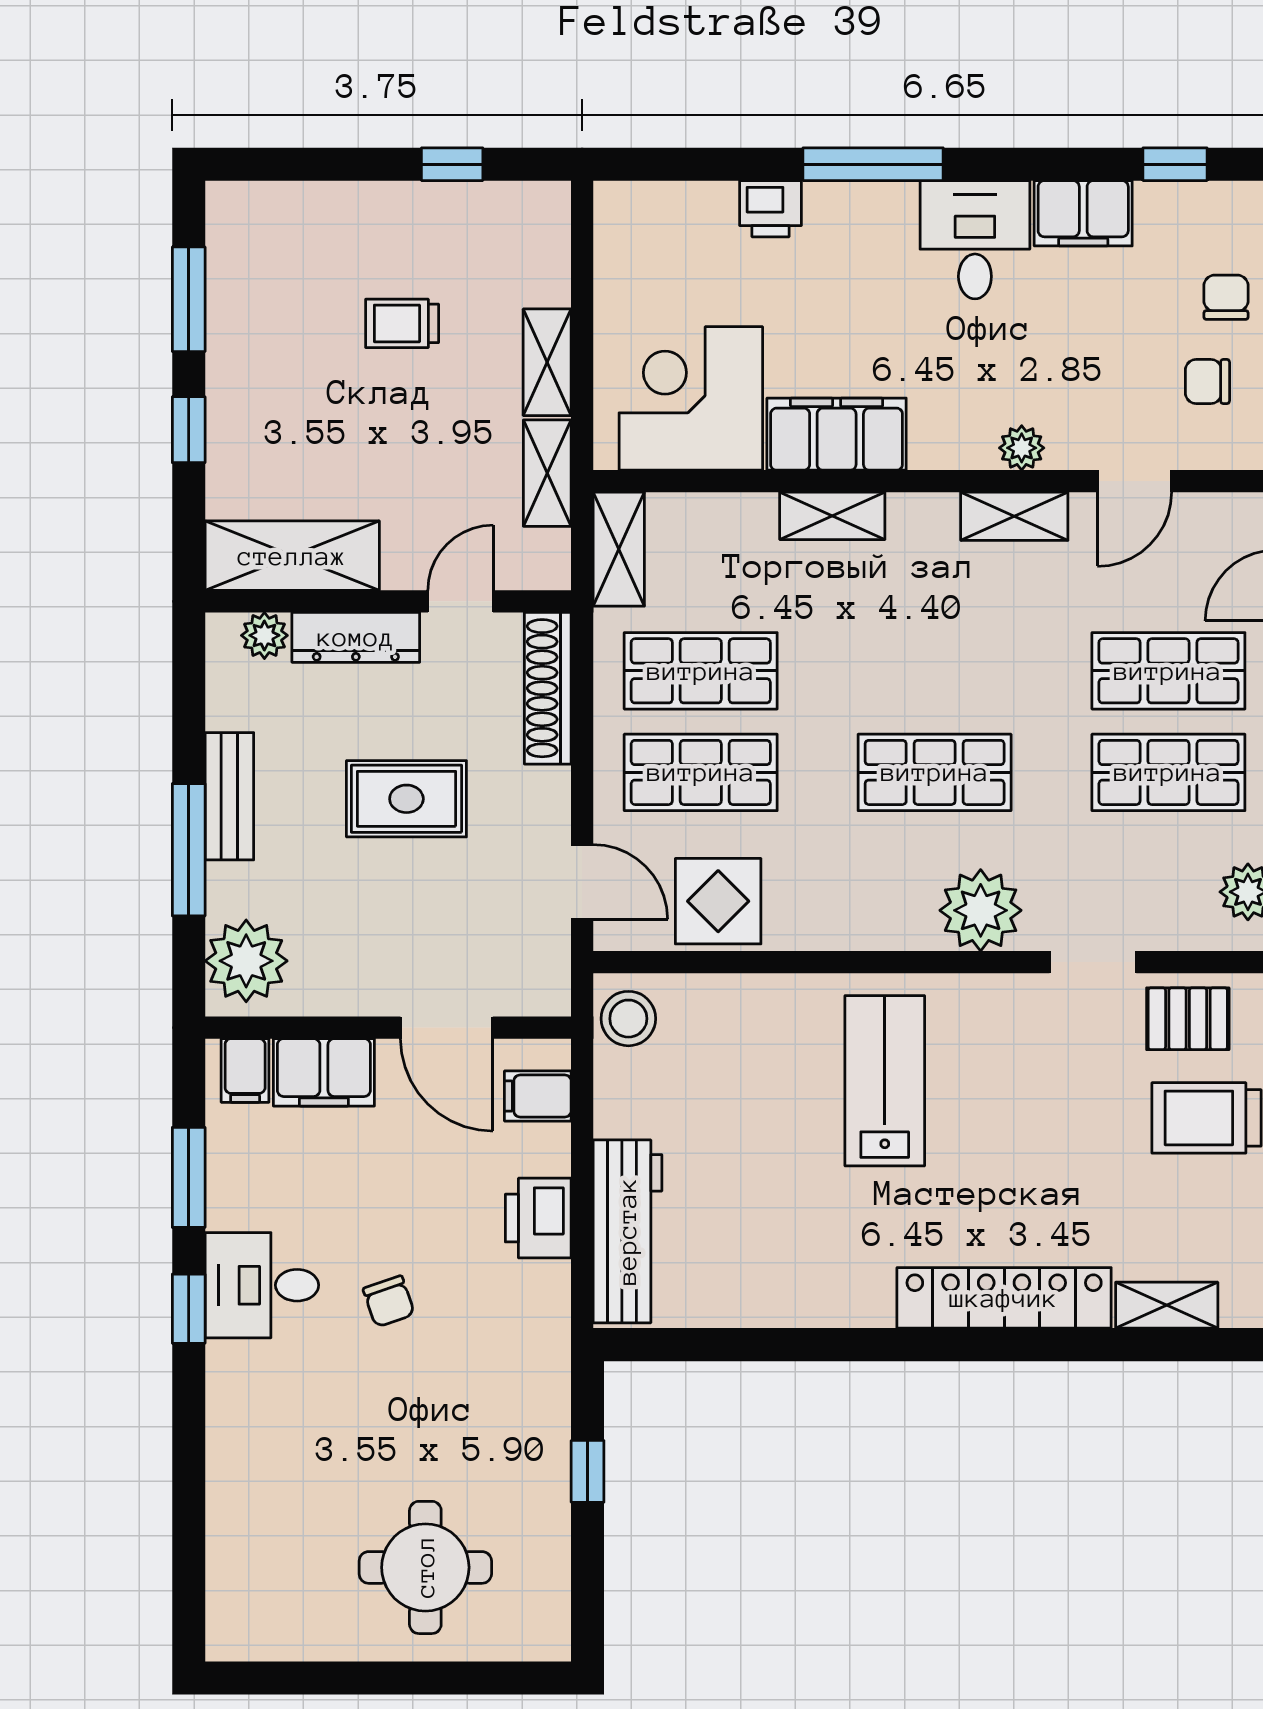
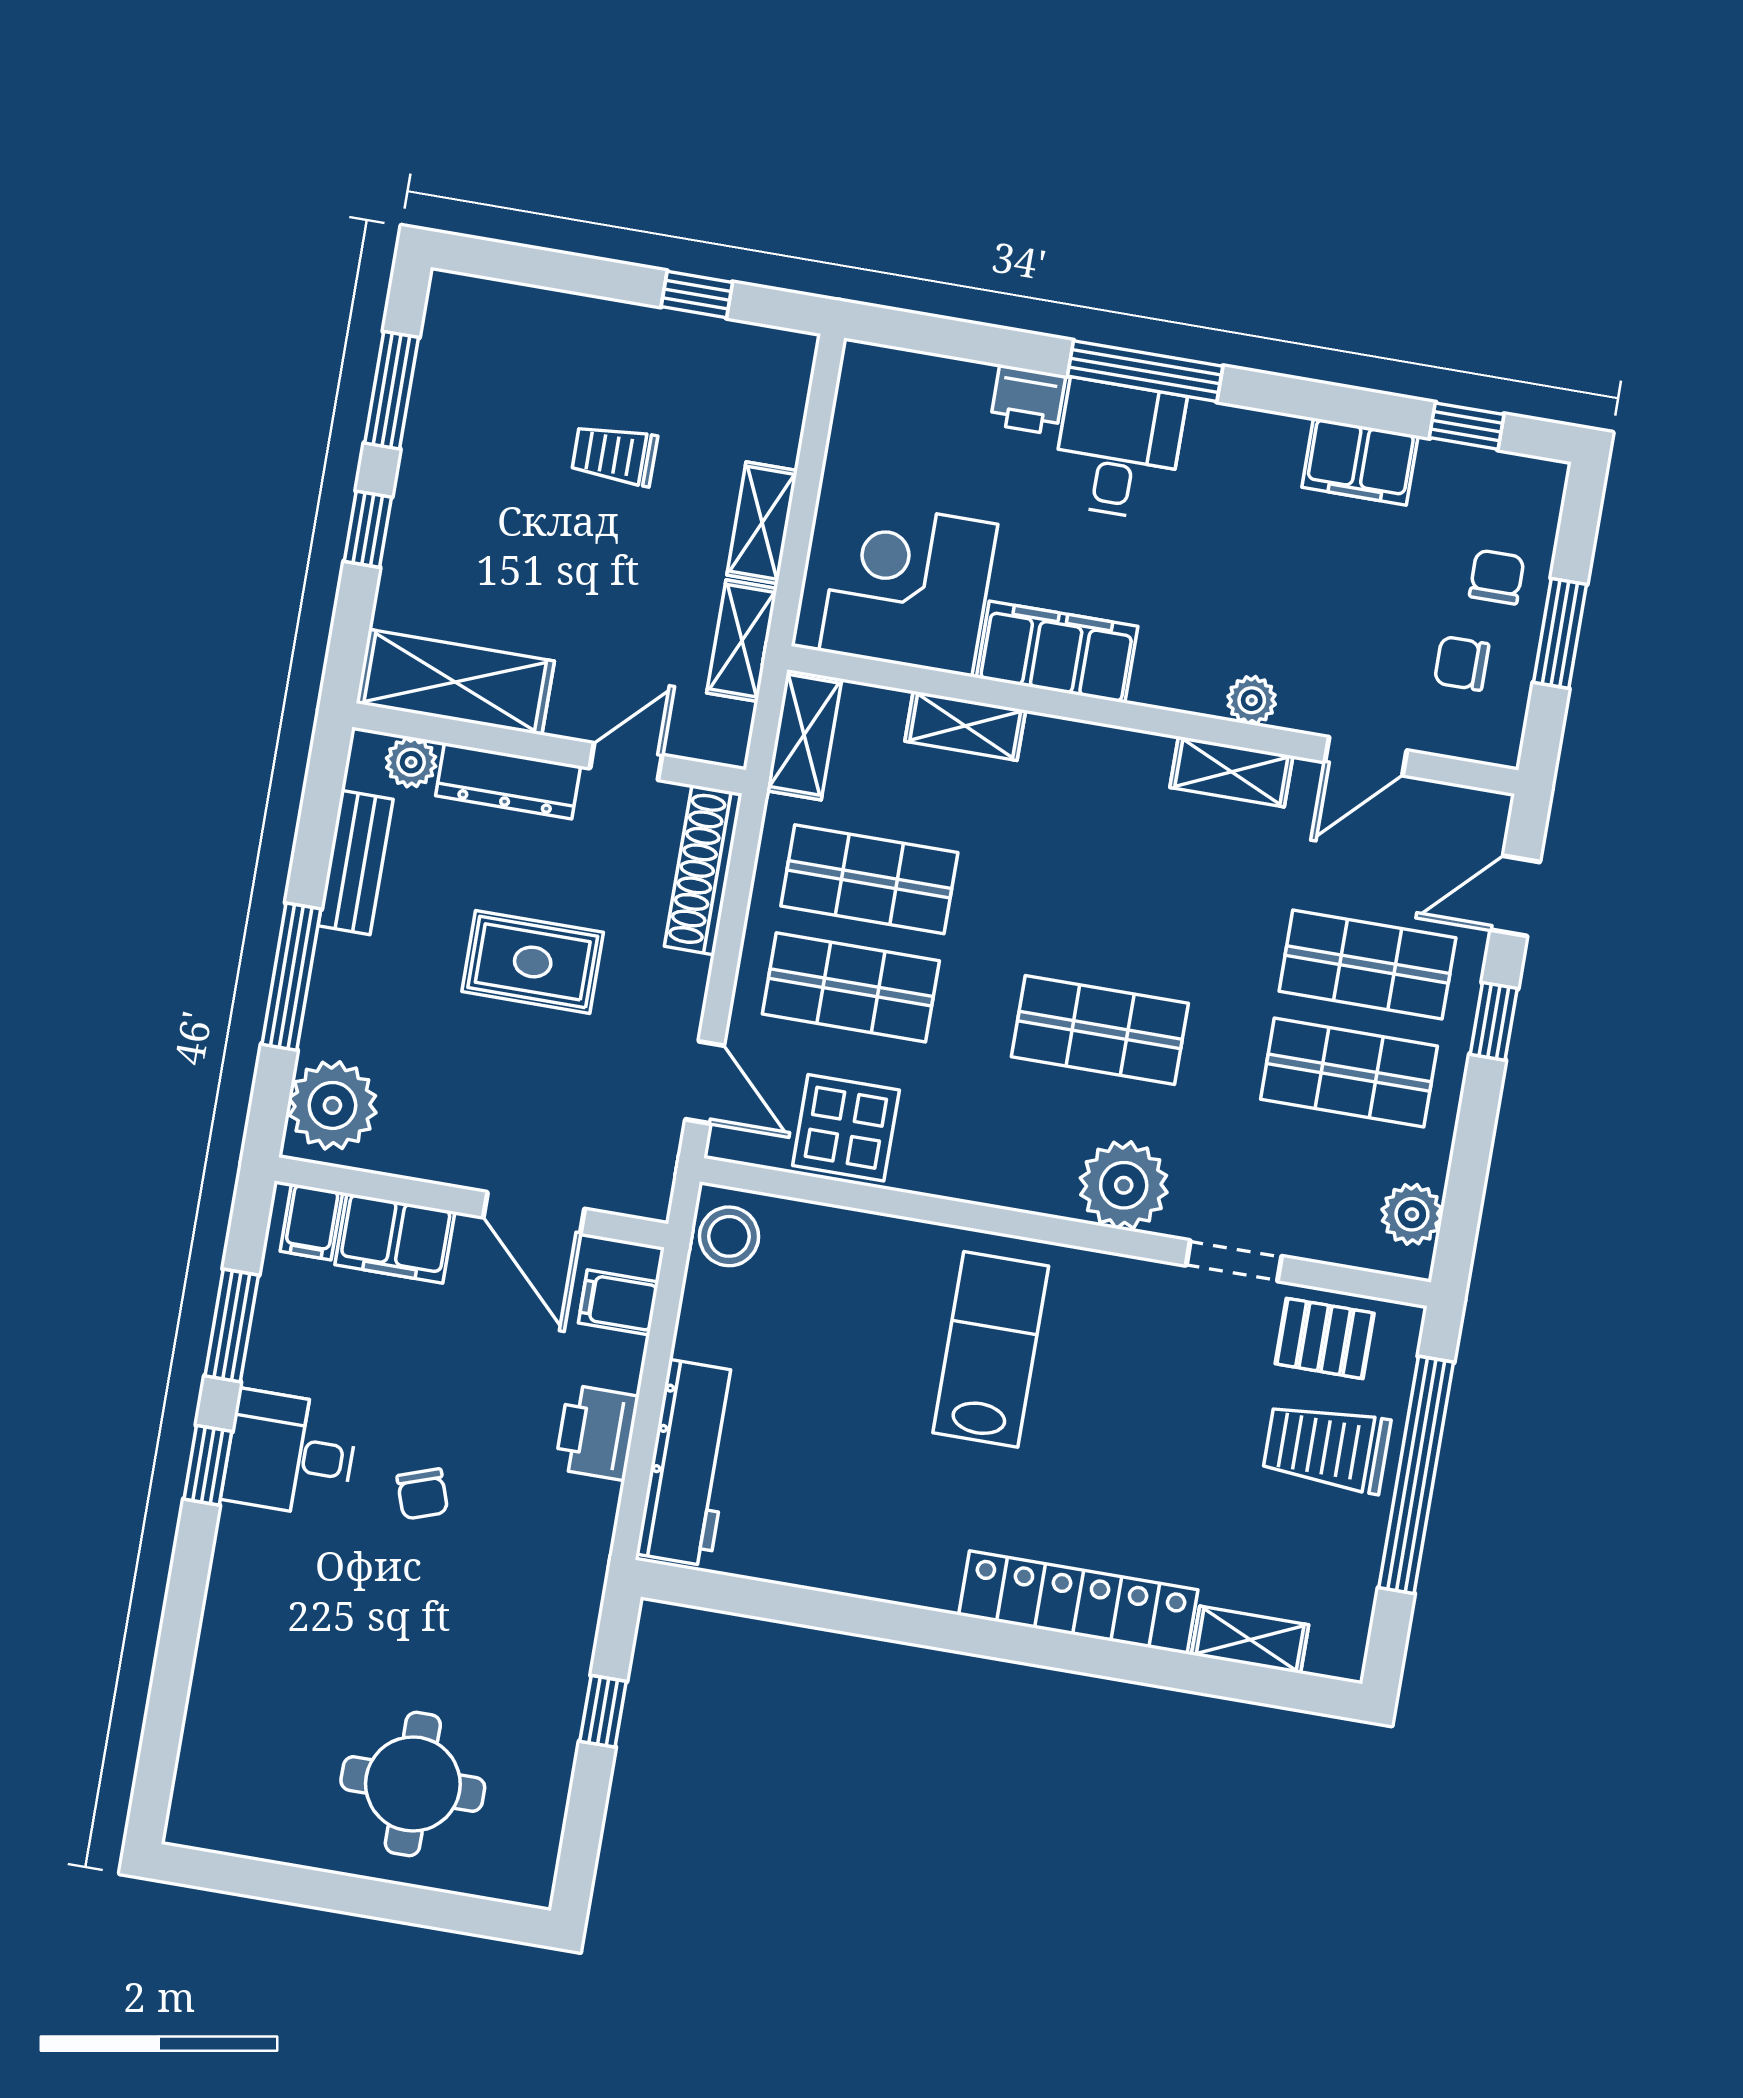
desk: (975, 240) -> (1118, 449), moved
shelving: (832, 516) -> (965, 726), moved
bench: (229, 796) -> (356, 863), moved

